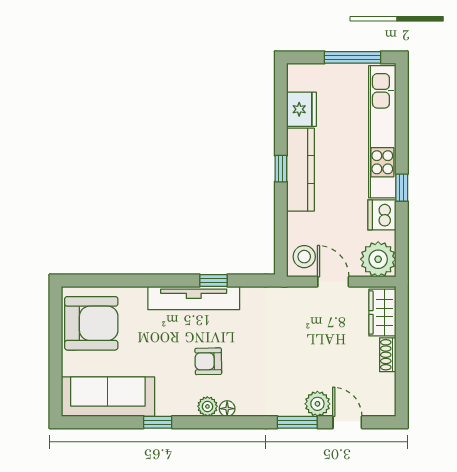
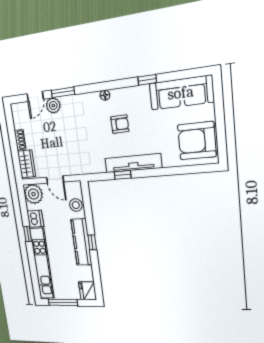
fridge: (302, 109) -> (88, 291), moved
stool: (304, 257) -> (76, 205), moved
plant: (207, 406) -> (117, 95), removed
door: (347, 422) -> (35, 96), hinge flipped

